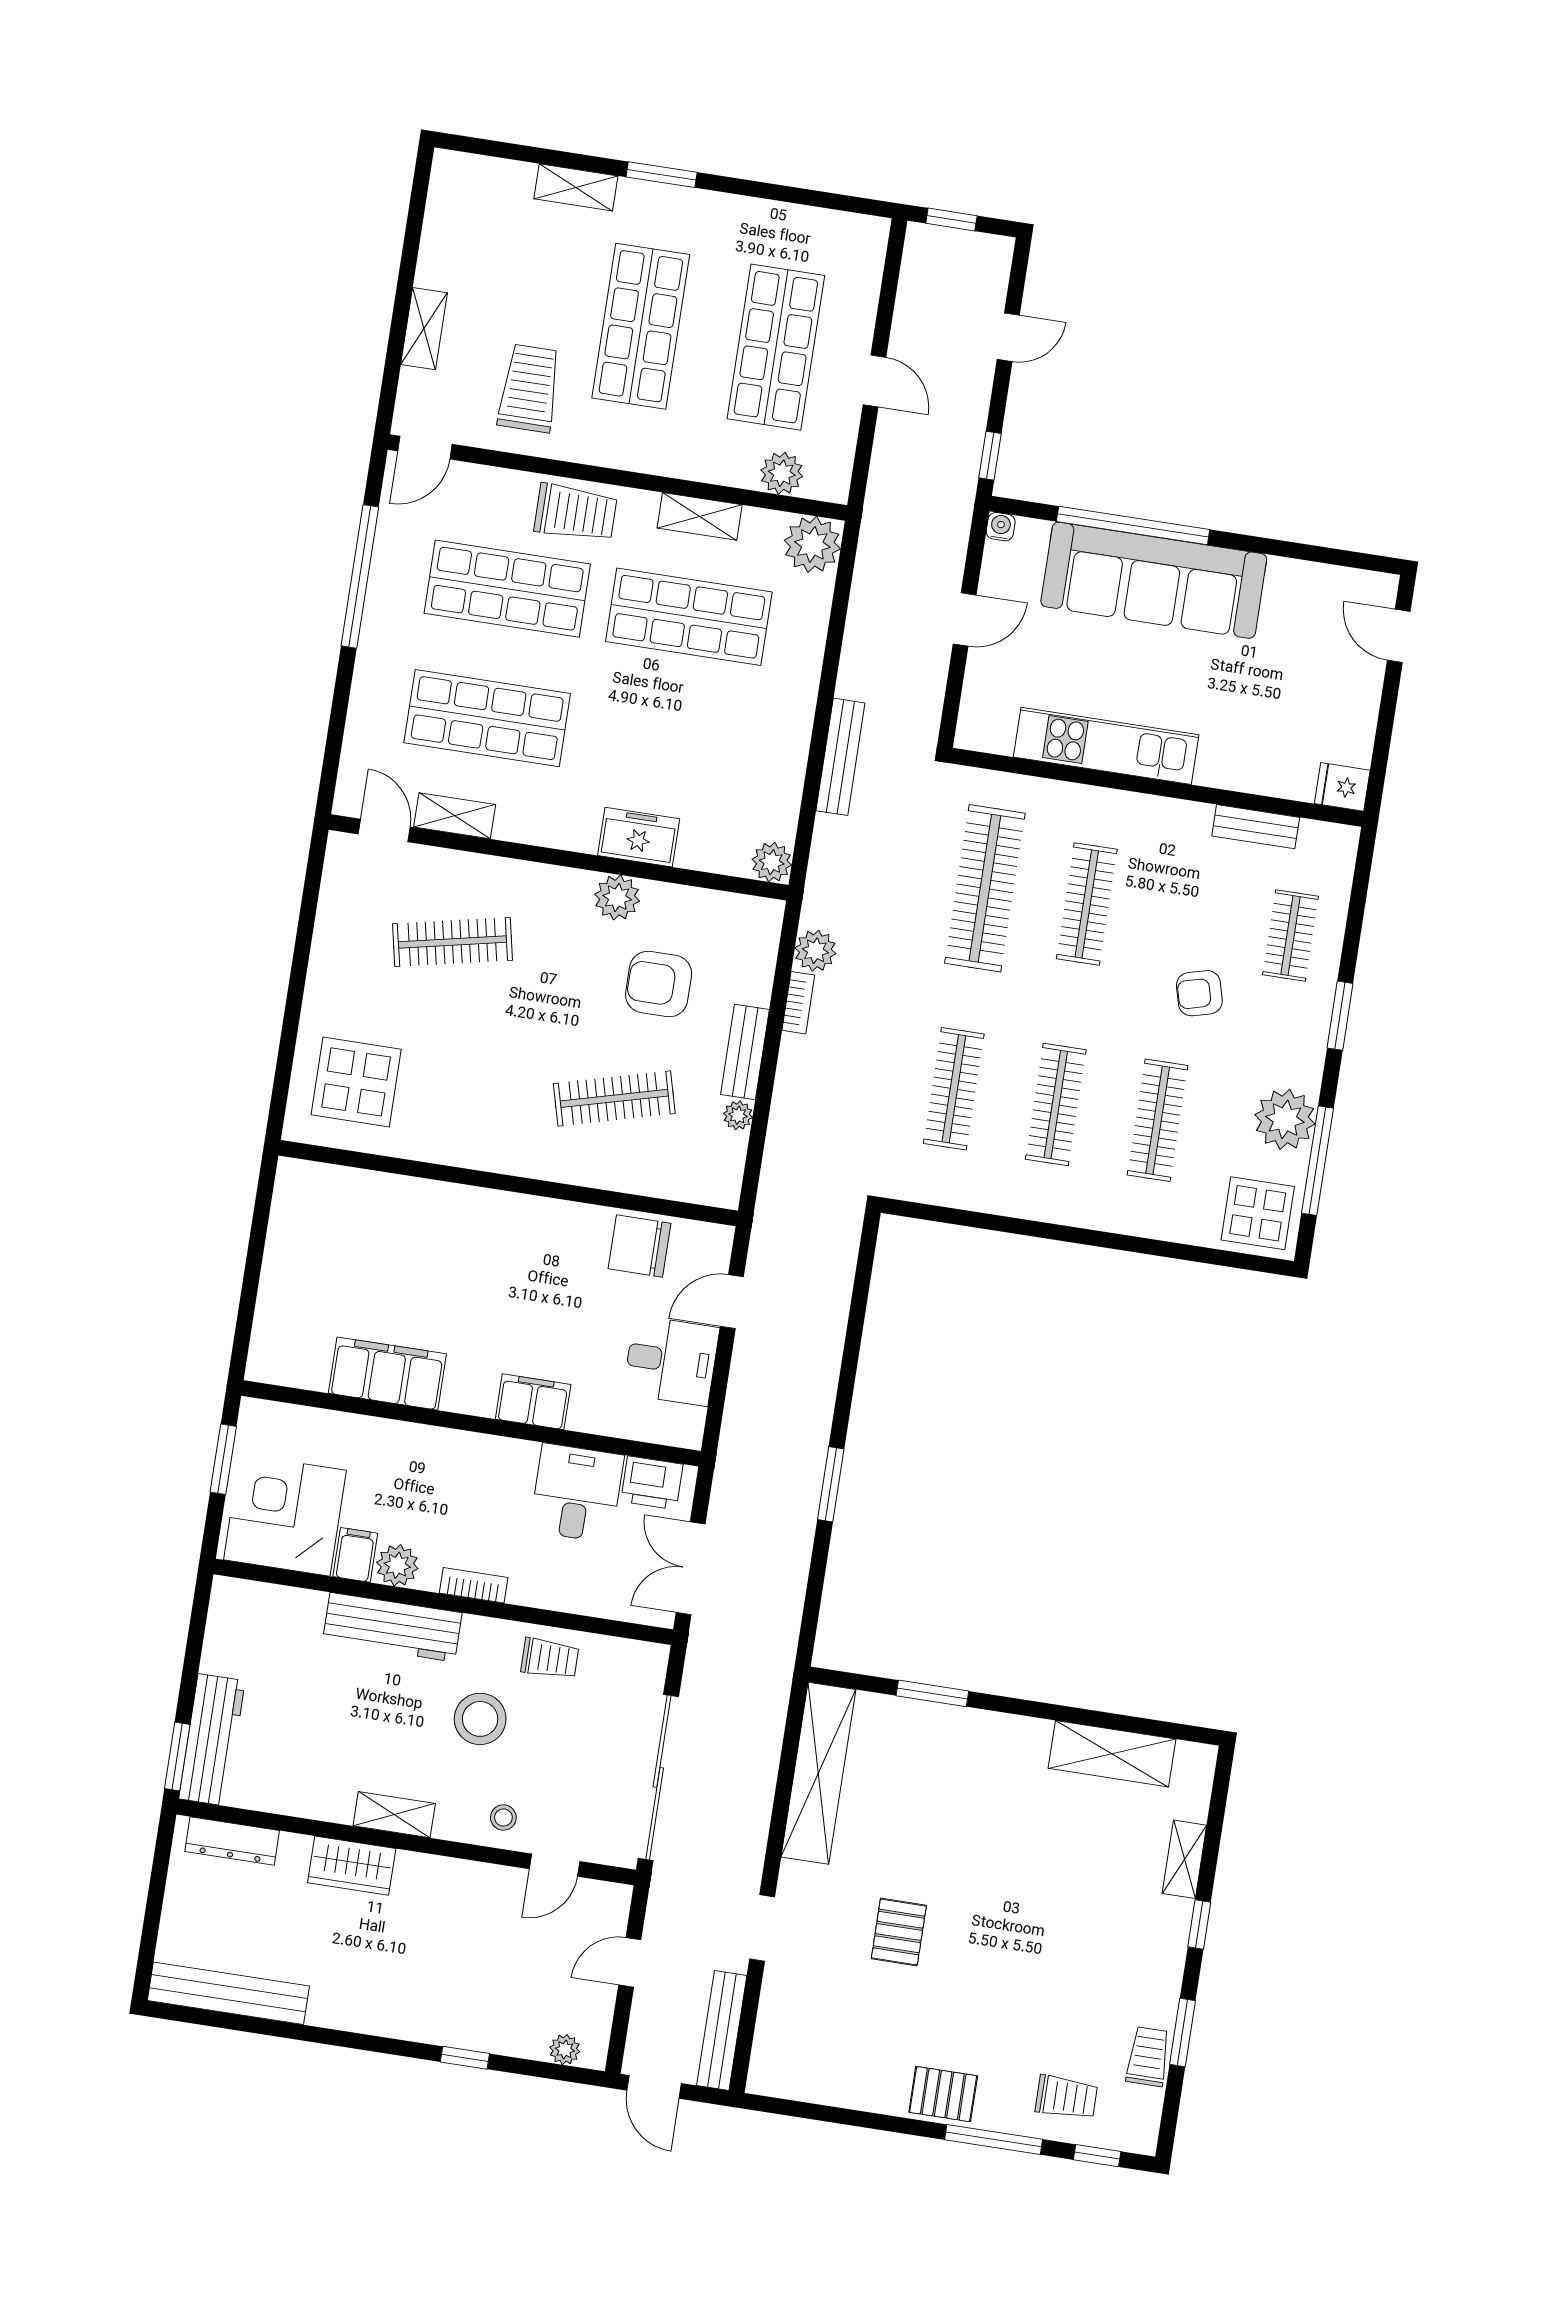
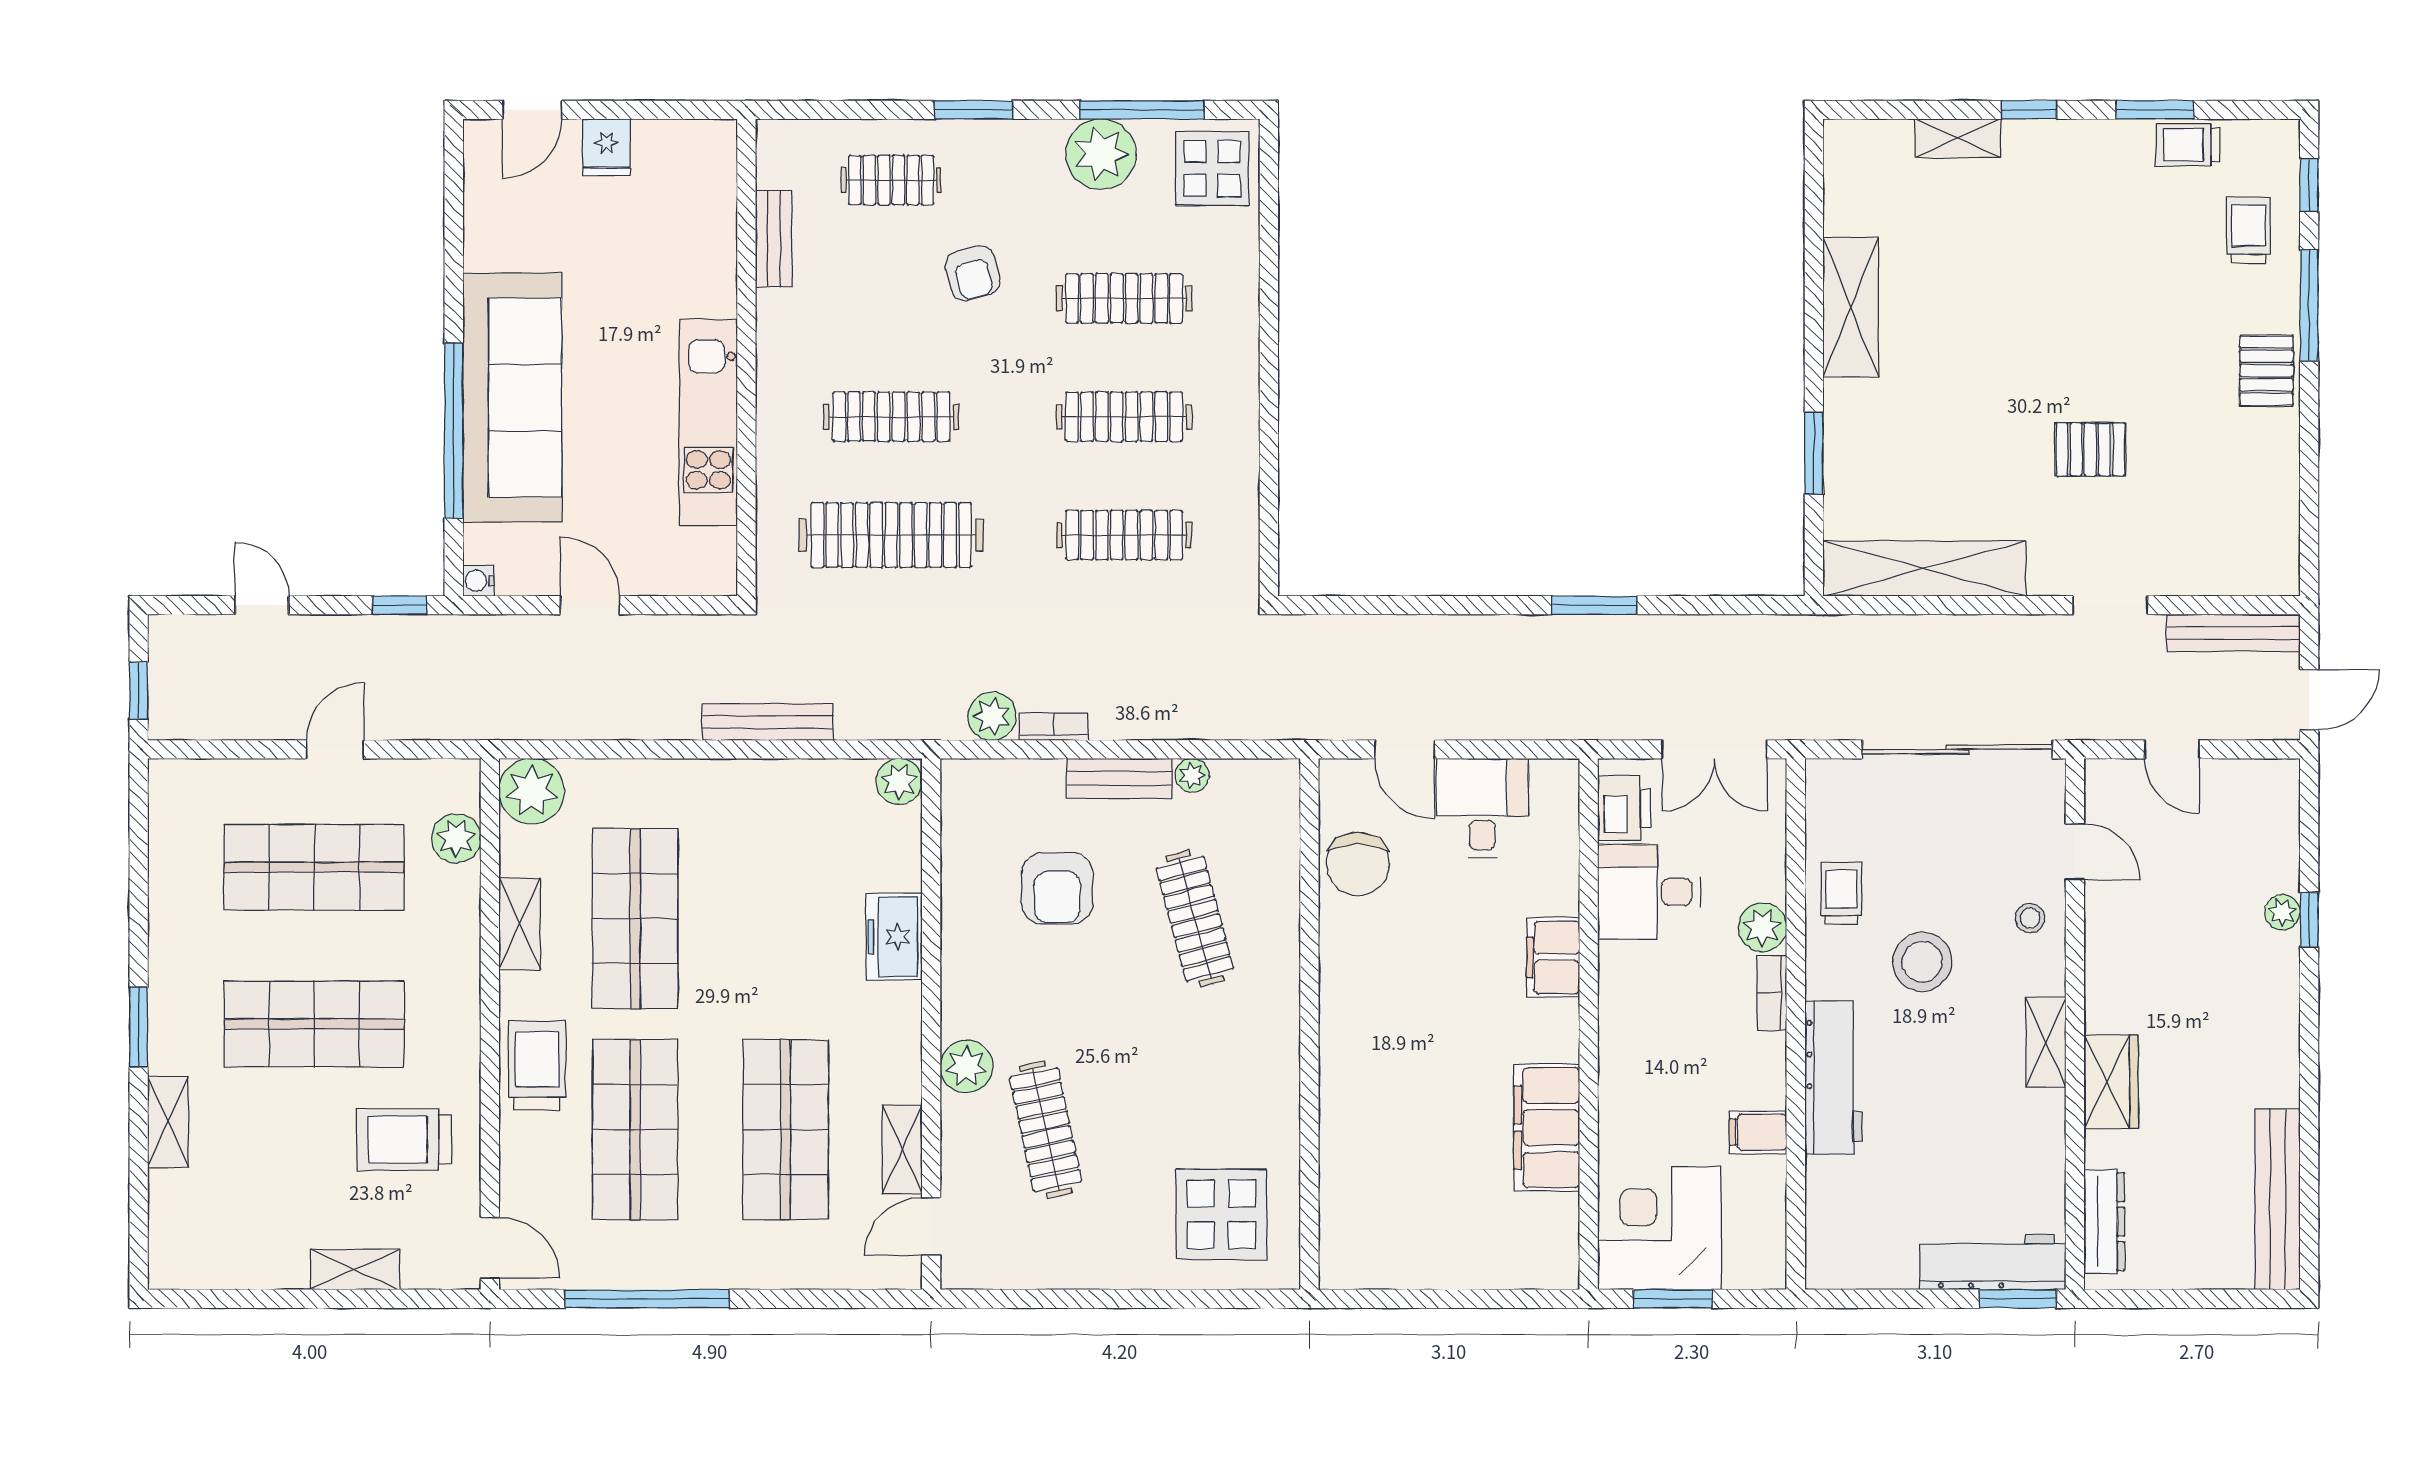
fridge: (1342, 787) -> (606, 147), moved
plant: (617, 898) -> (966, 1067), moved
corner desk: (285, 1515) -> (1659, 1228), moved, turned 90
plant: (397, 1565) -> (1762, 927), moved
shelving: (1112, 1754) -> (1851, 307), moved
plant: (565, 2050) -> (2282, 912), moved

